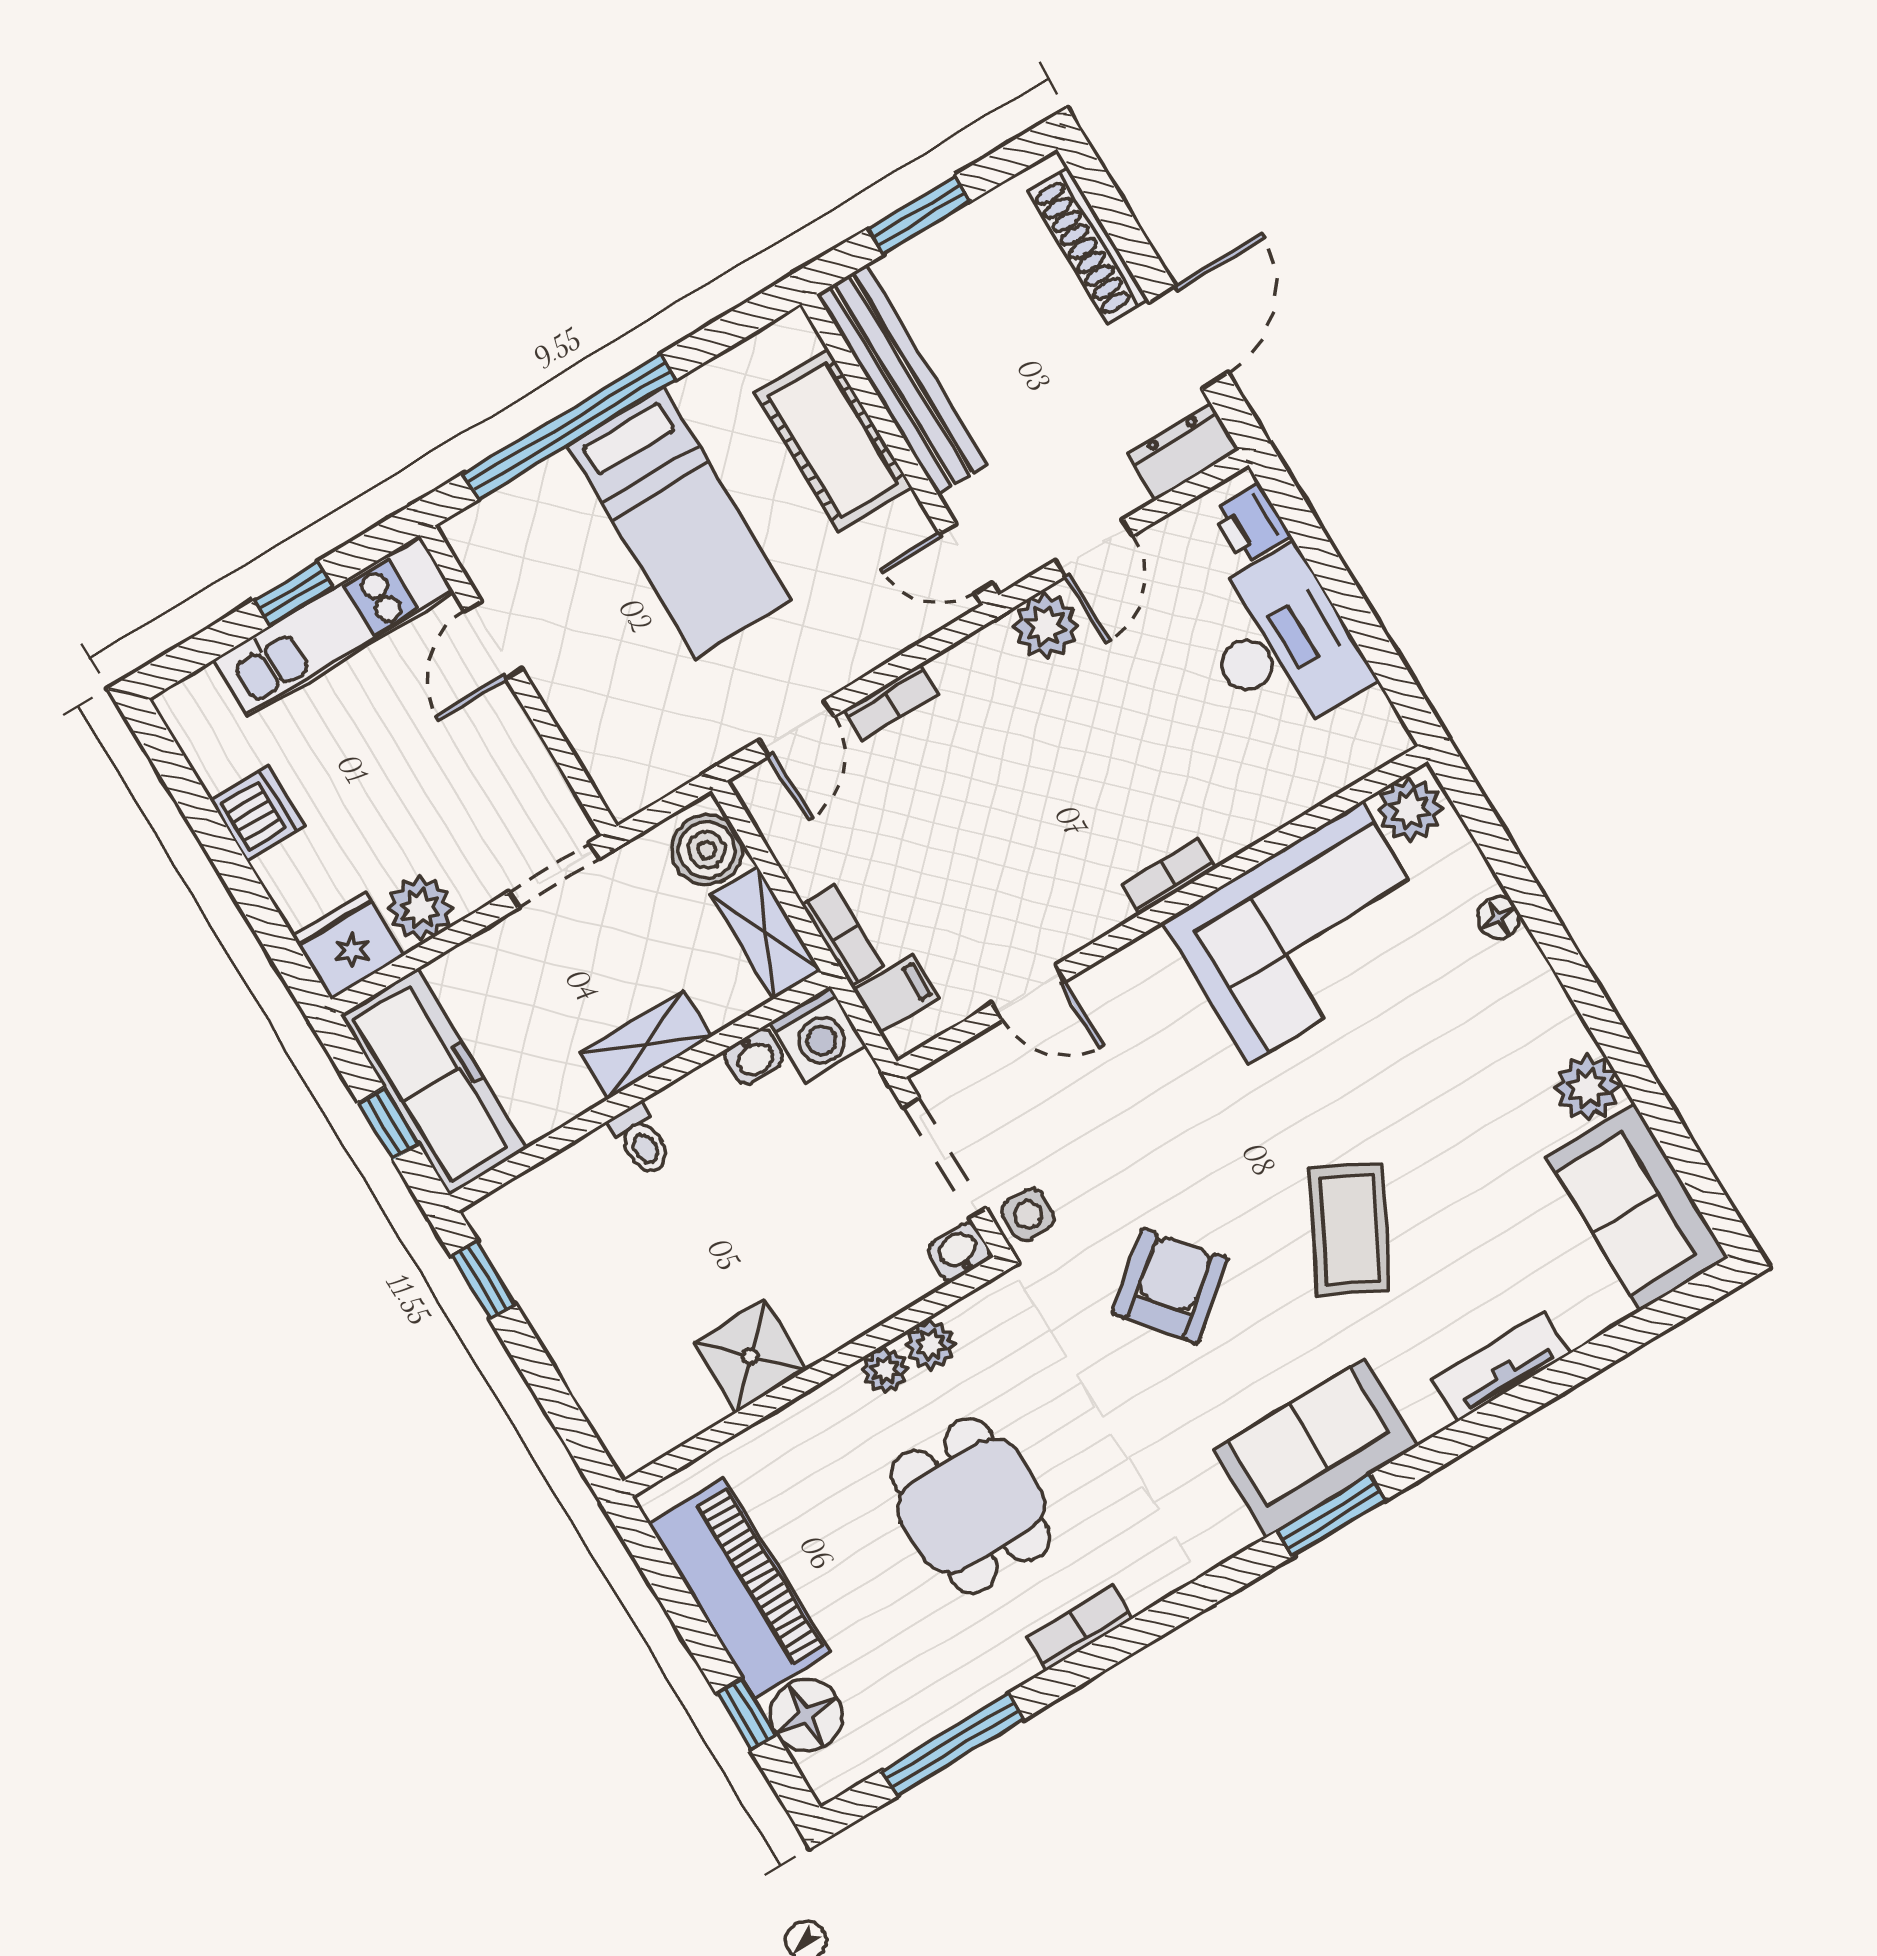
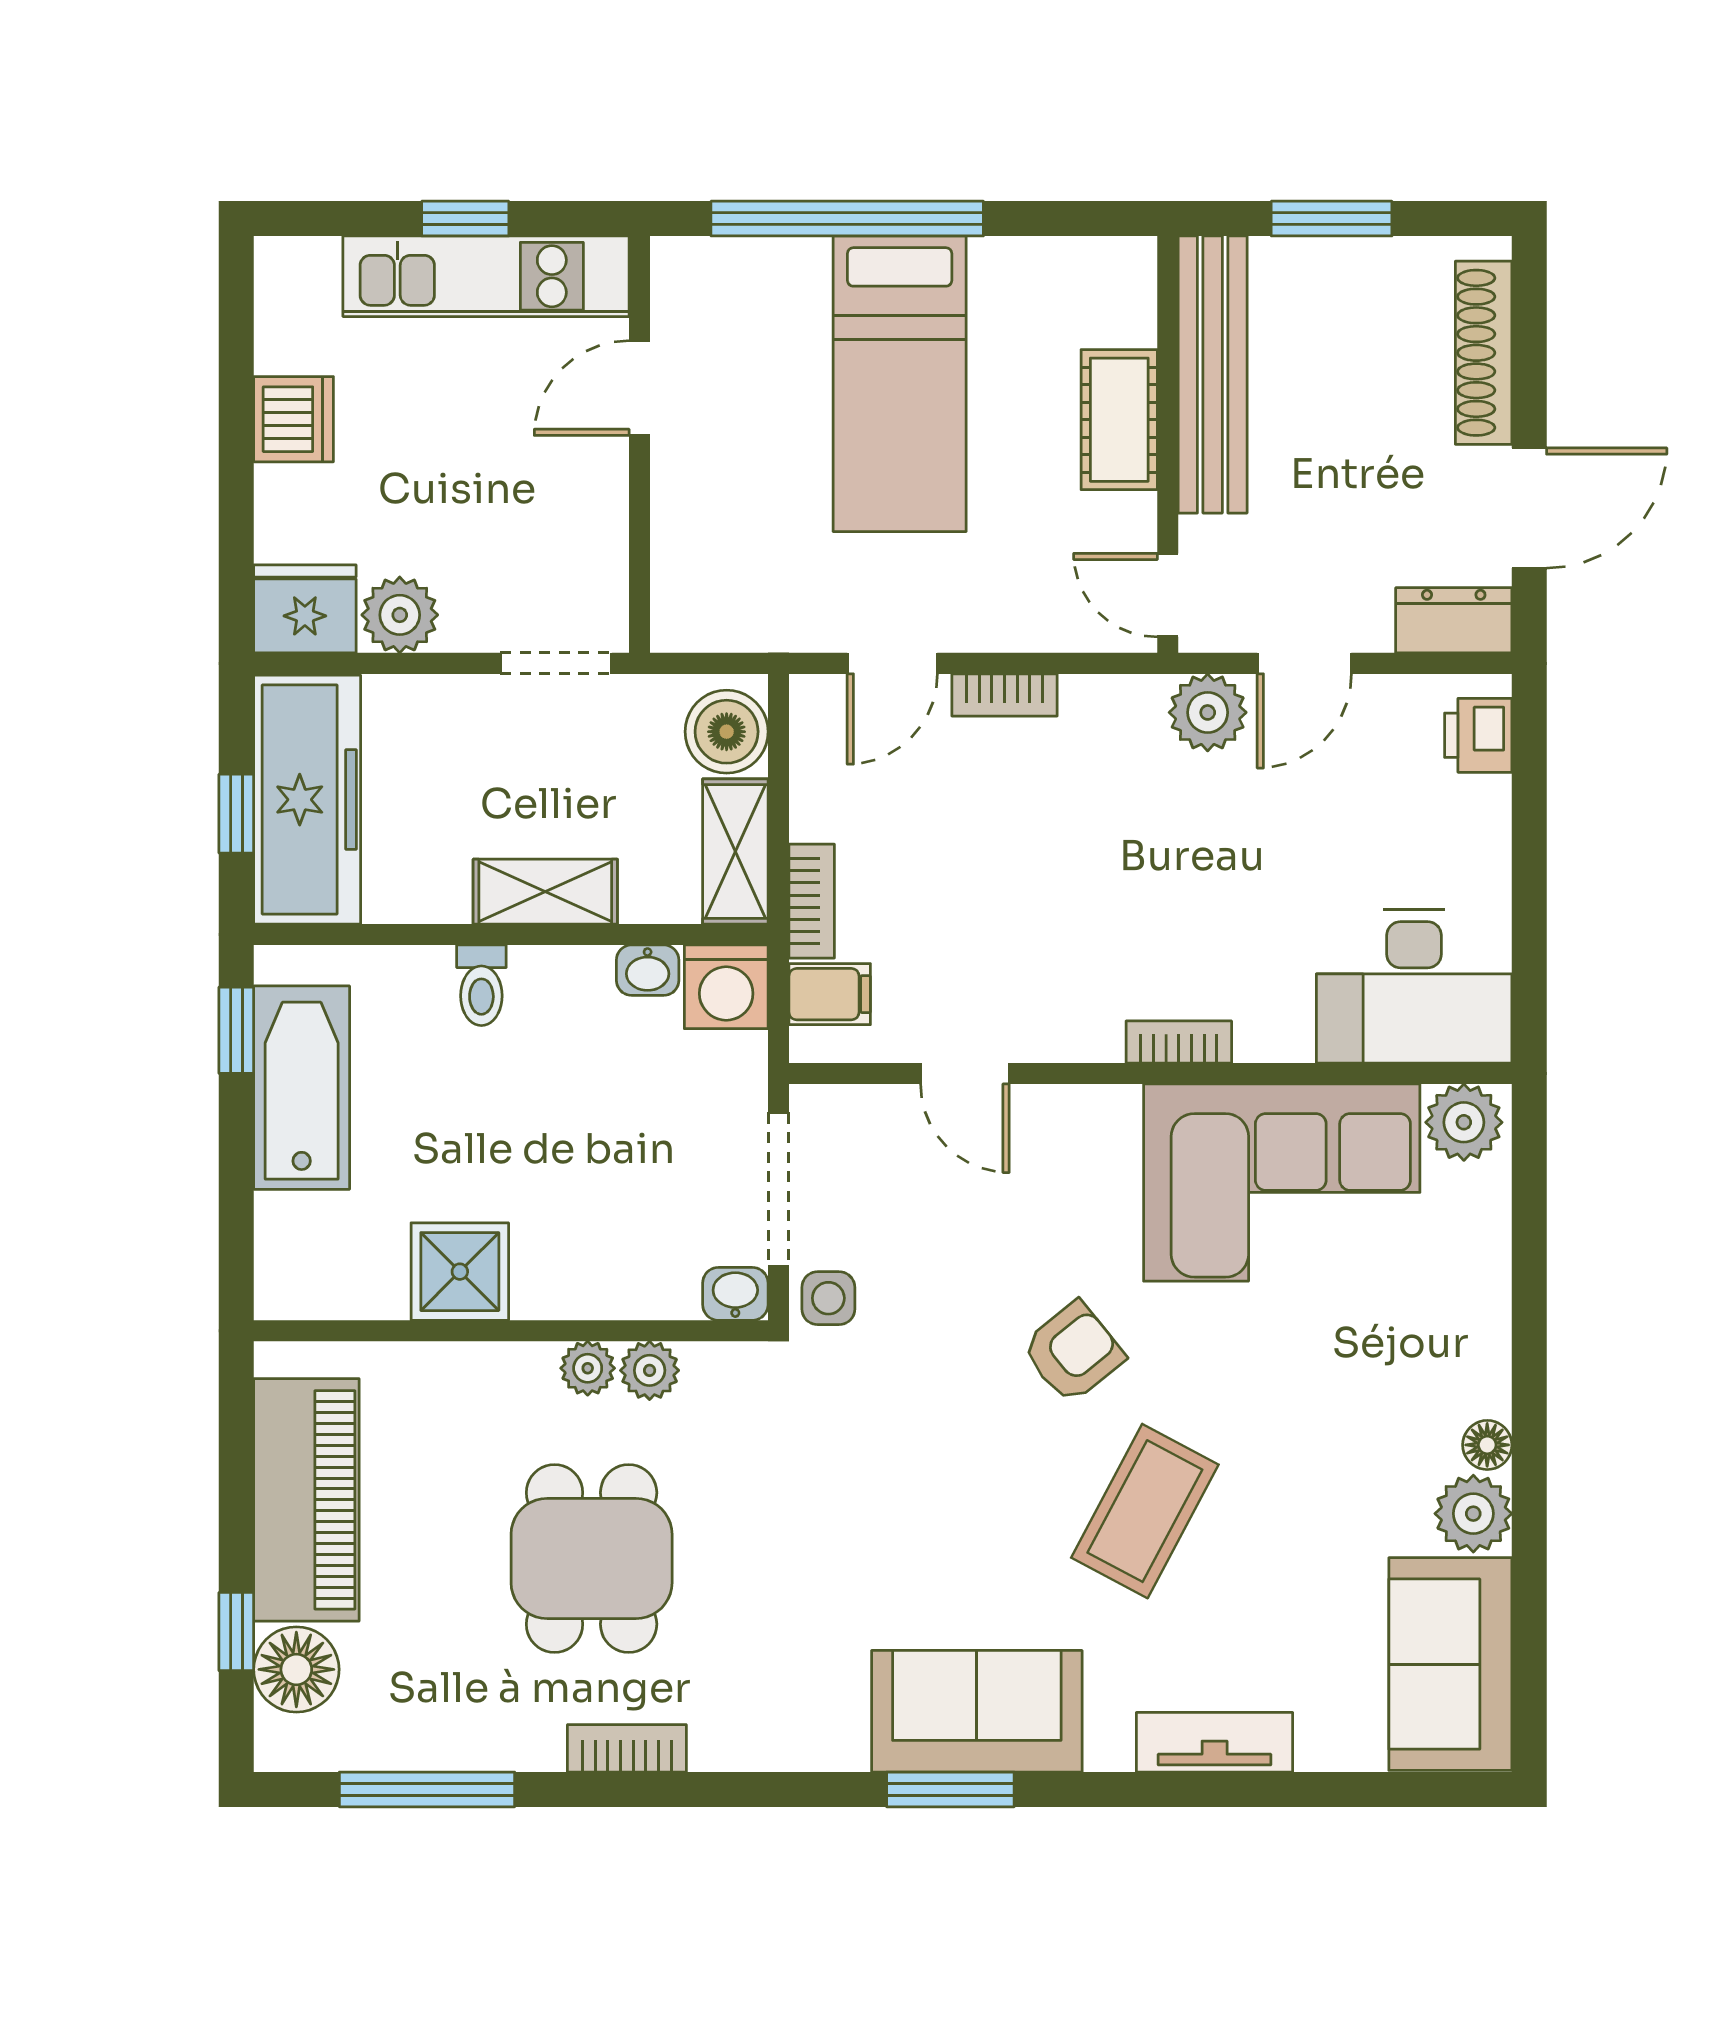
cot: (833, 440) -> (1119, 420), width x0.73, depth x0.75
desk: (1281, 644) -> (1414, 986), moved, turned 90
floor lamp: (1498, 918) -> (1487, 1445), moved
armchair: (1170, 1286) -> (1073, 1352), moved, width x0.72, depth x0.72
bathtub: (556, 1293) -> (302, 1088), added

